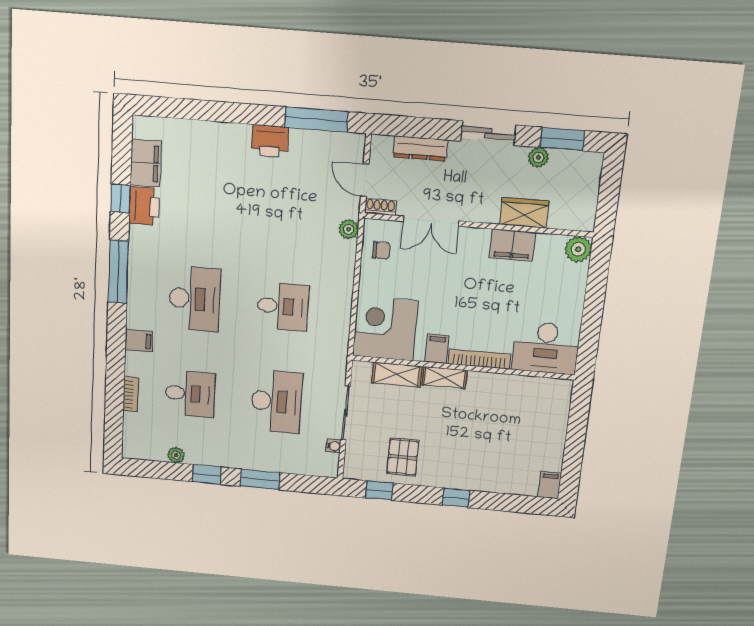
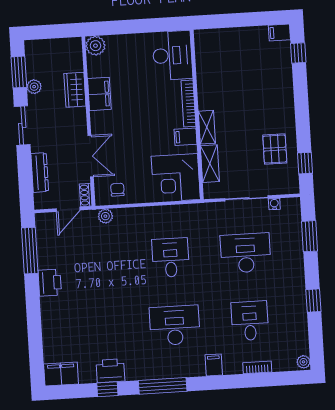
filing cabinet: (146, 163) -> (61, 374), moved
plant: (176, 455) -> (303, 362), moved
pallet: (403, 457) -> (275, 149), turned 90
window: (260, 479) -> (309, 236), moved
window: (456, 498) -> (298, 53), moved

